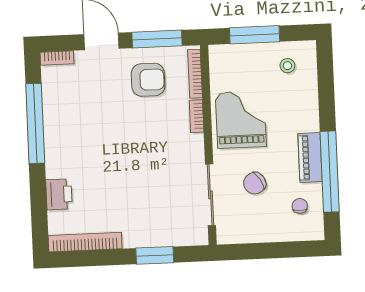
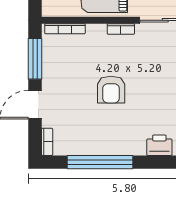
armchair: (148, 80) -> (111, 90), moved, turned 180
bookcase: (197, 116) -> (121, 29), moved

